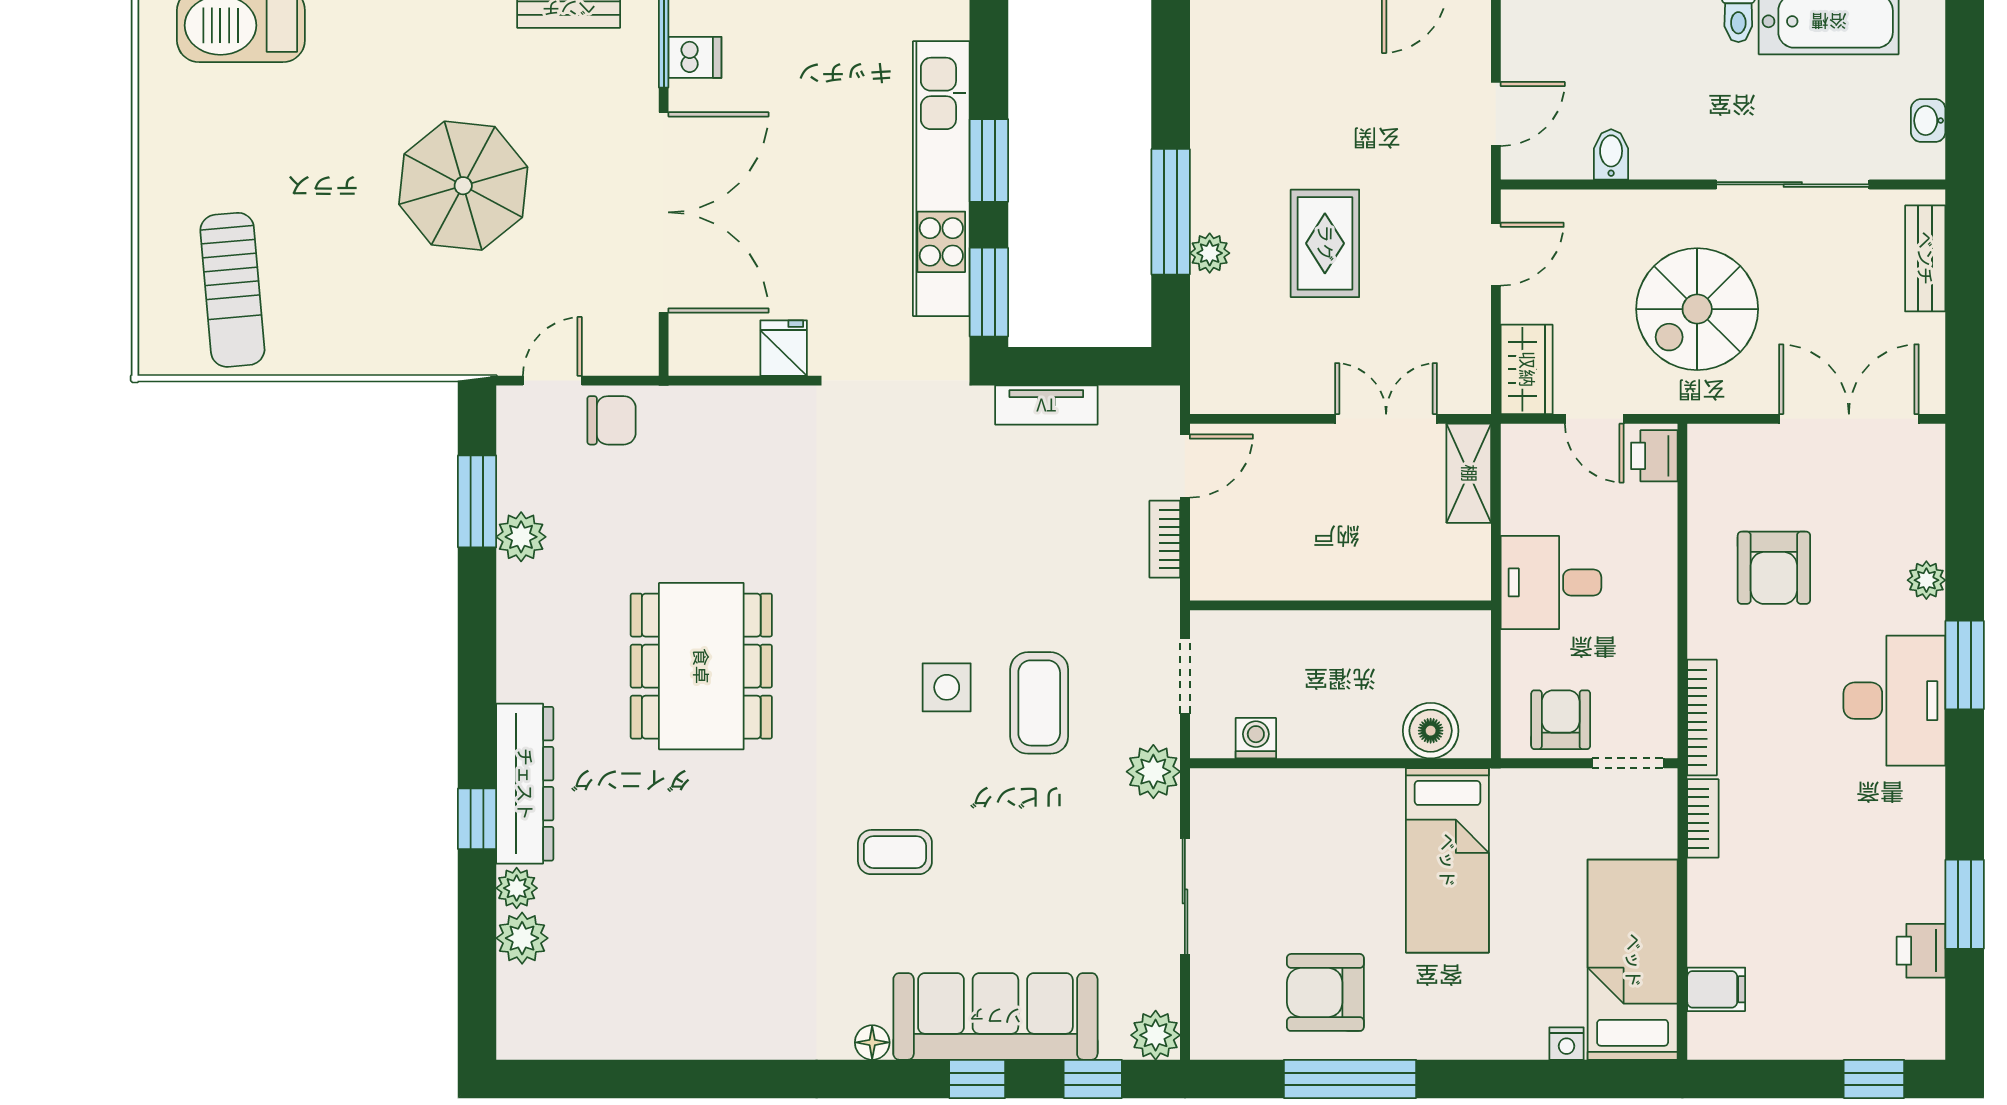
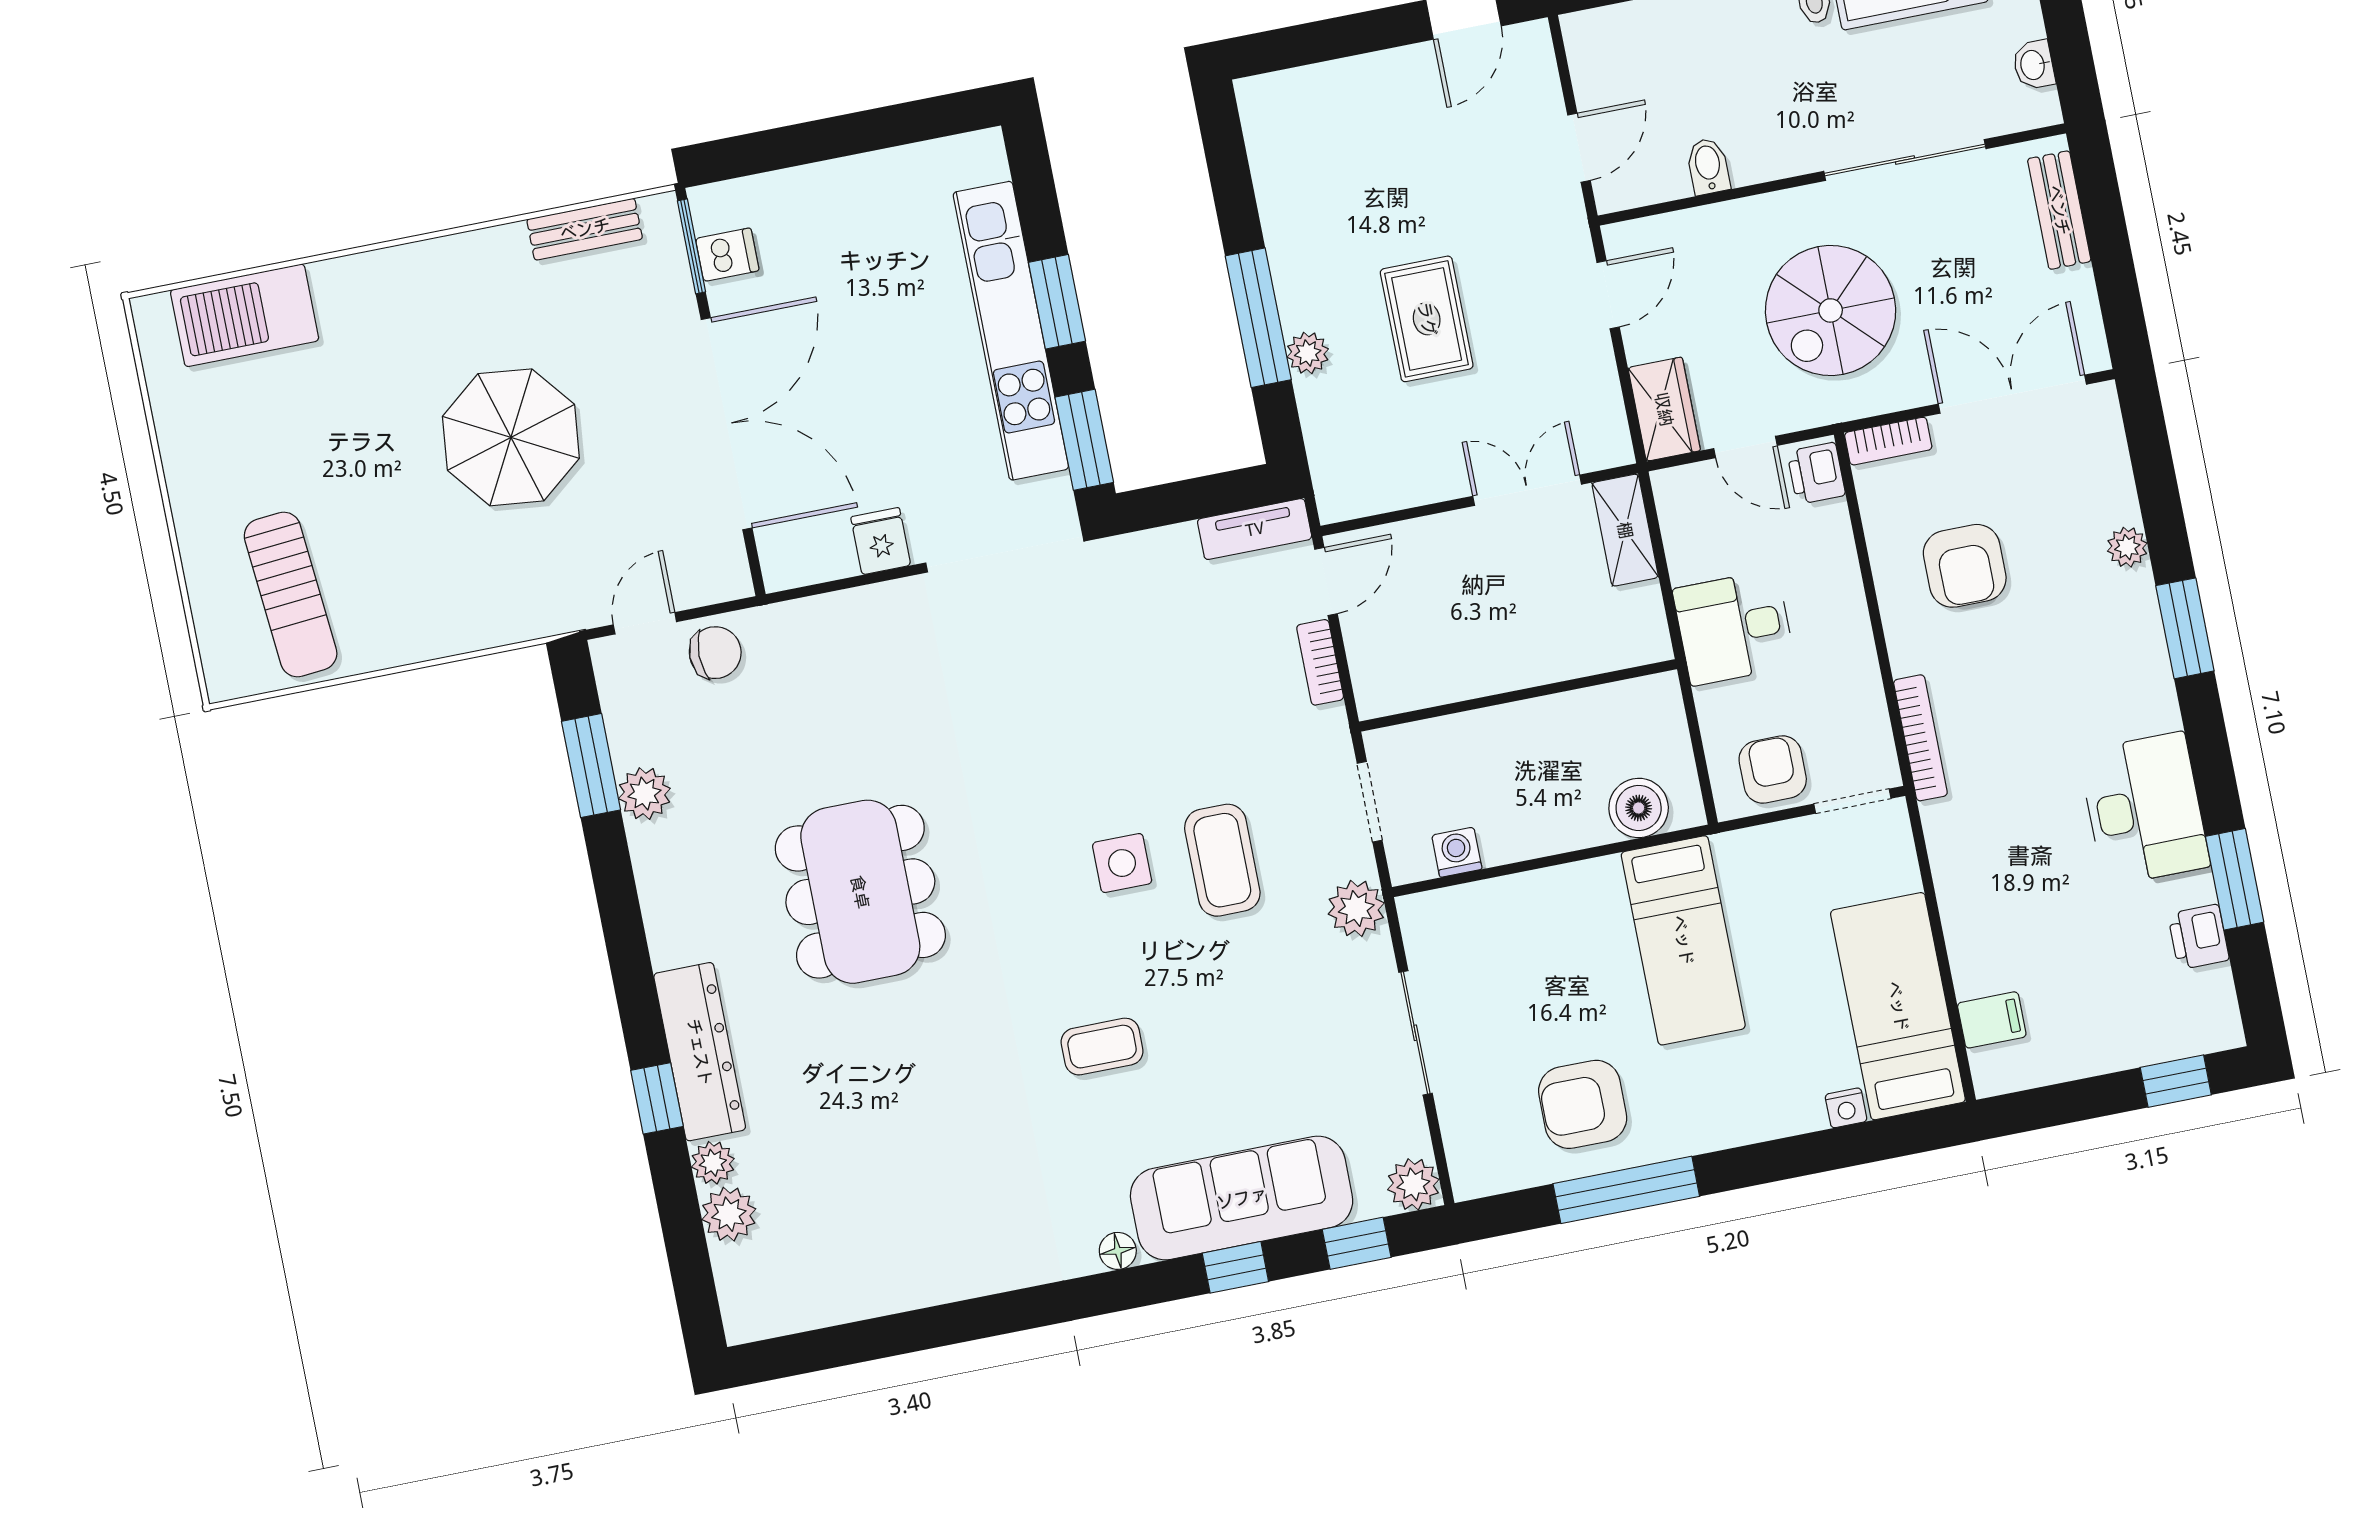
tv unit: (1046, 405) -> (1255, 529), moved
desk: (1894, 701) -> (2144, 809), moved
bookcase: (1703, 818) -> (1888, 441), moved, turned 90

